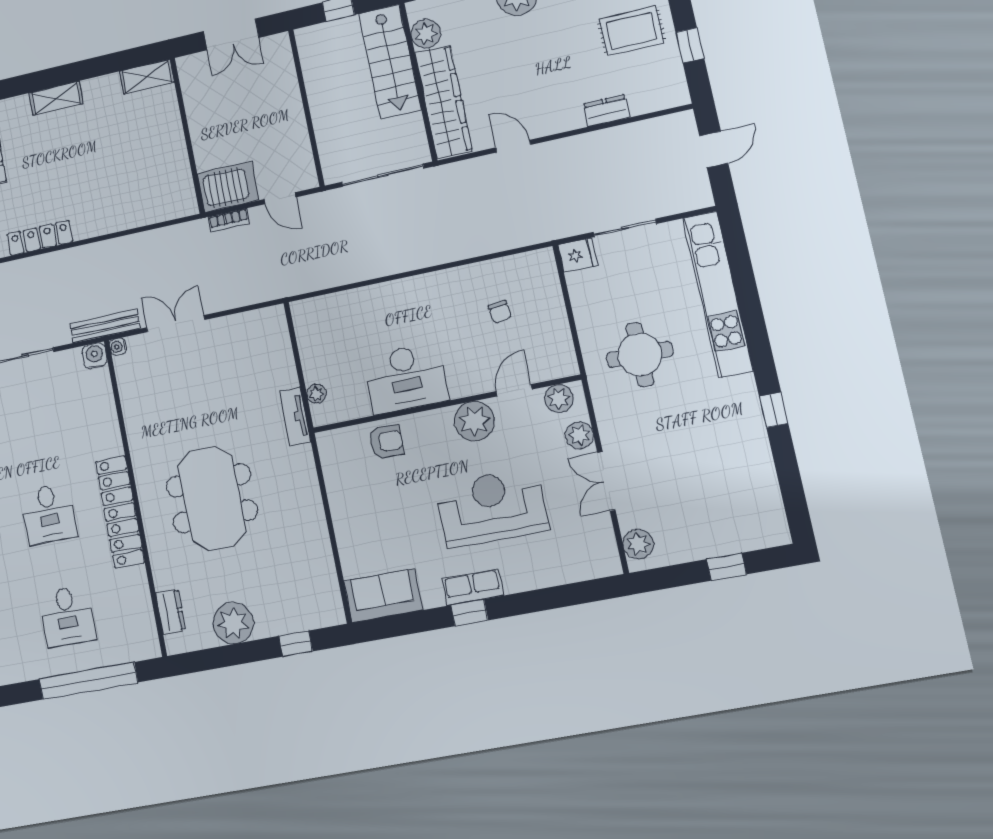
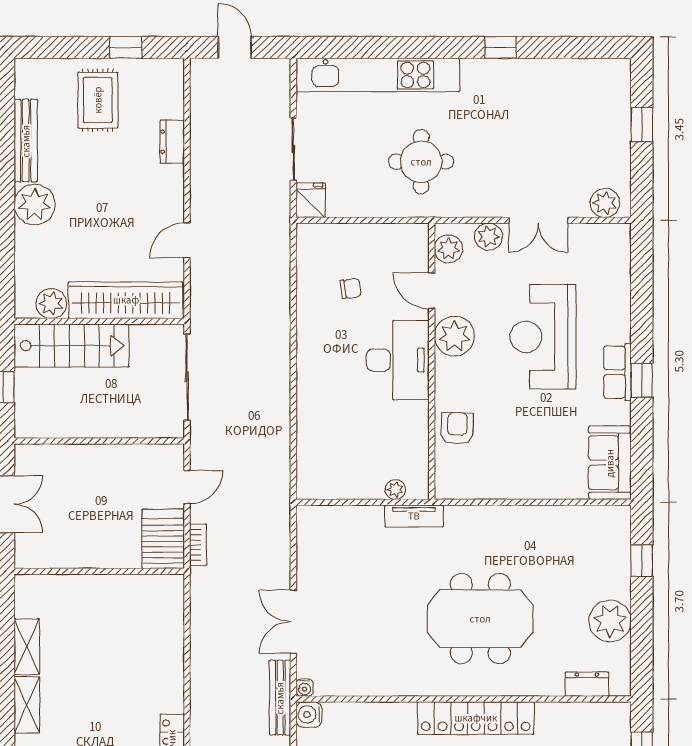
shelving: (147, 76) -> (27, 647), moved
desk: (406, 378) -> (398, 360), moved

